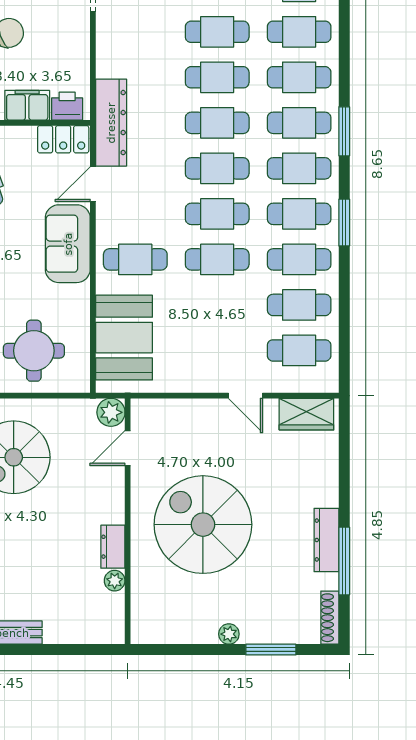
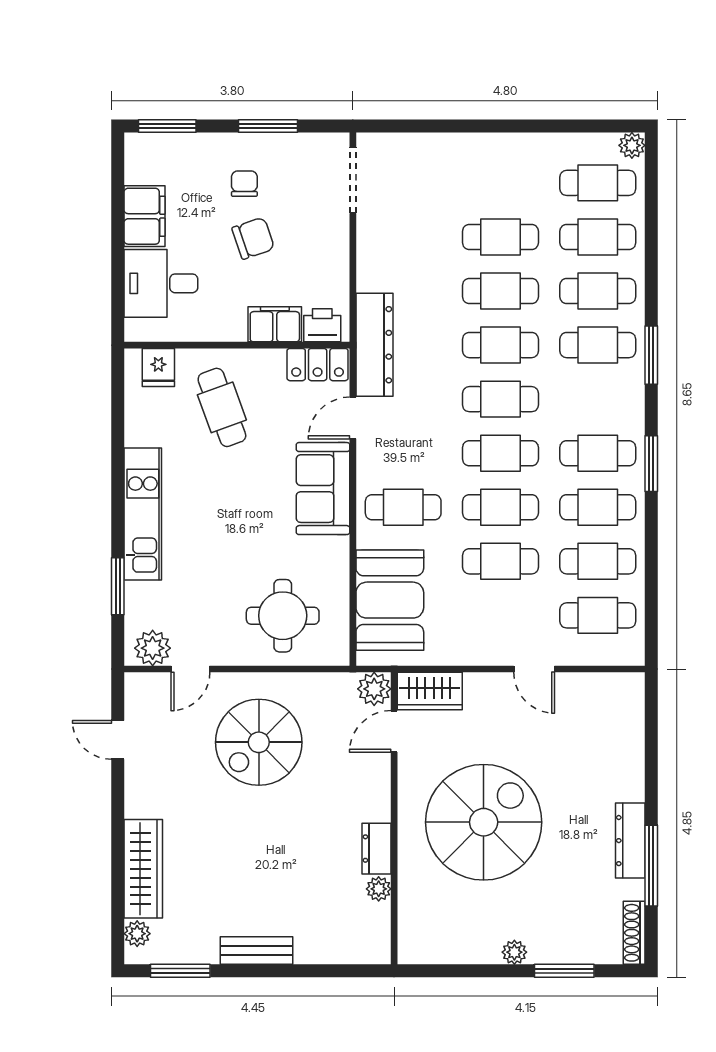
cafe table: (299, 168) -> (500, 561), moved
wardrobe: (306, 414) -> (430, 691), moved
spiral stairs: (203, 525) -> (484, 822), turned 90

